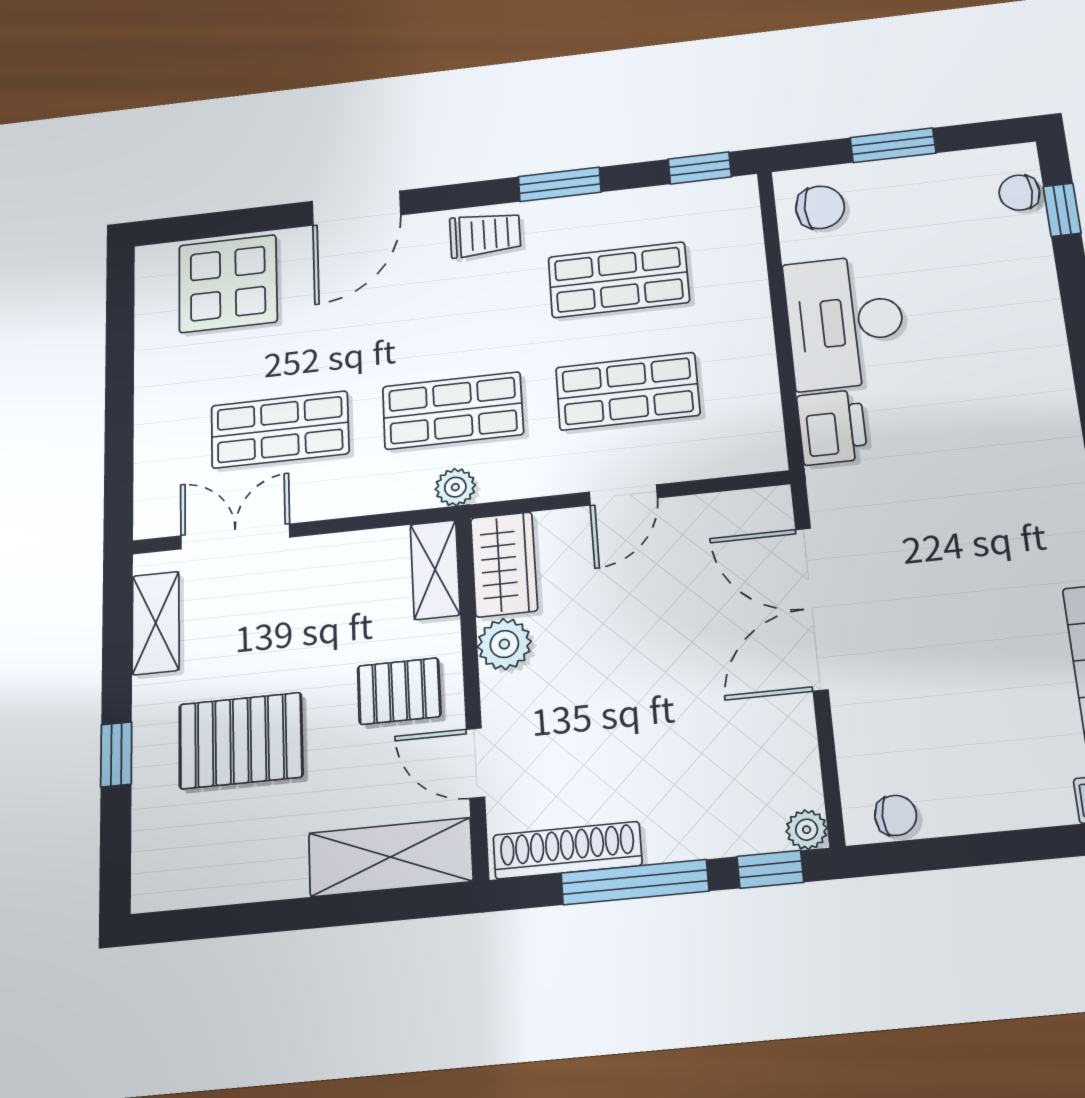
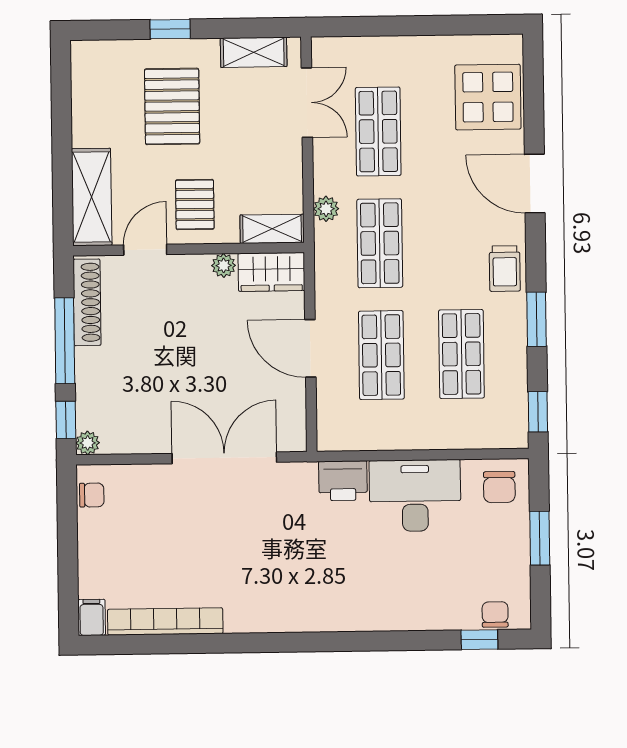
plant: (455, 487) -> (326, 209), moved
door: (623, 495) -> (310, 348), width x1.38
plant: (504, 644) -> (224, 265), width x0.73, depth x0.73
chair: (896, 815) -> (92, 495), turned -90

